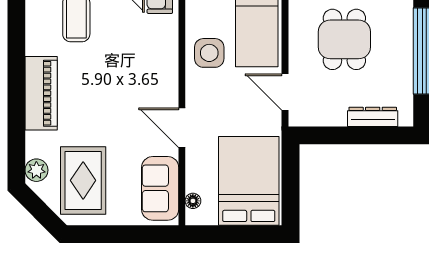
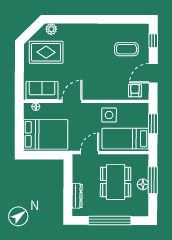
dining table: (344, 39) -> (116, 182), width x1.38
piano: (41, 93) -> (89, 32), removed

